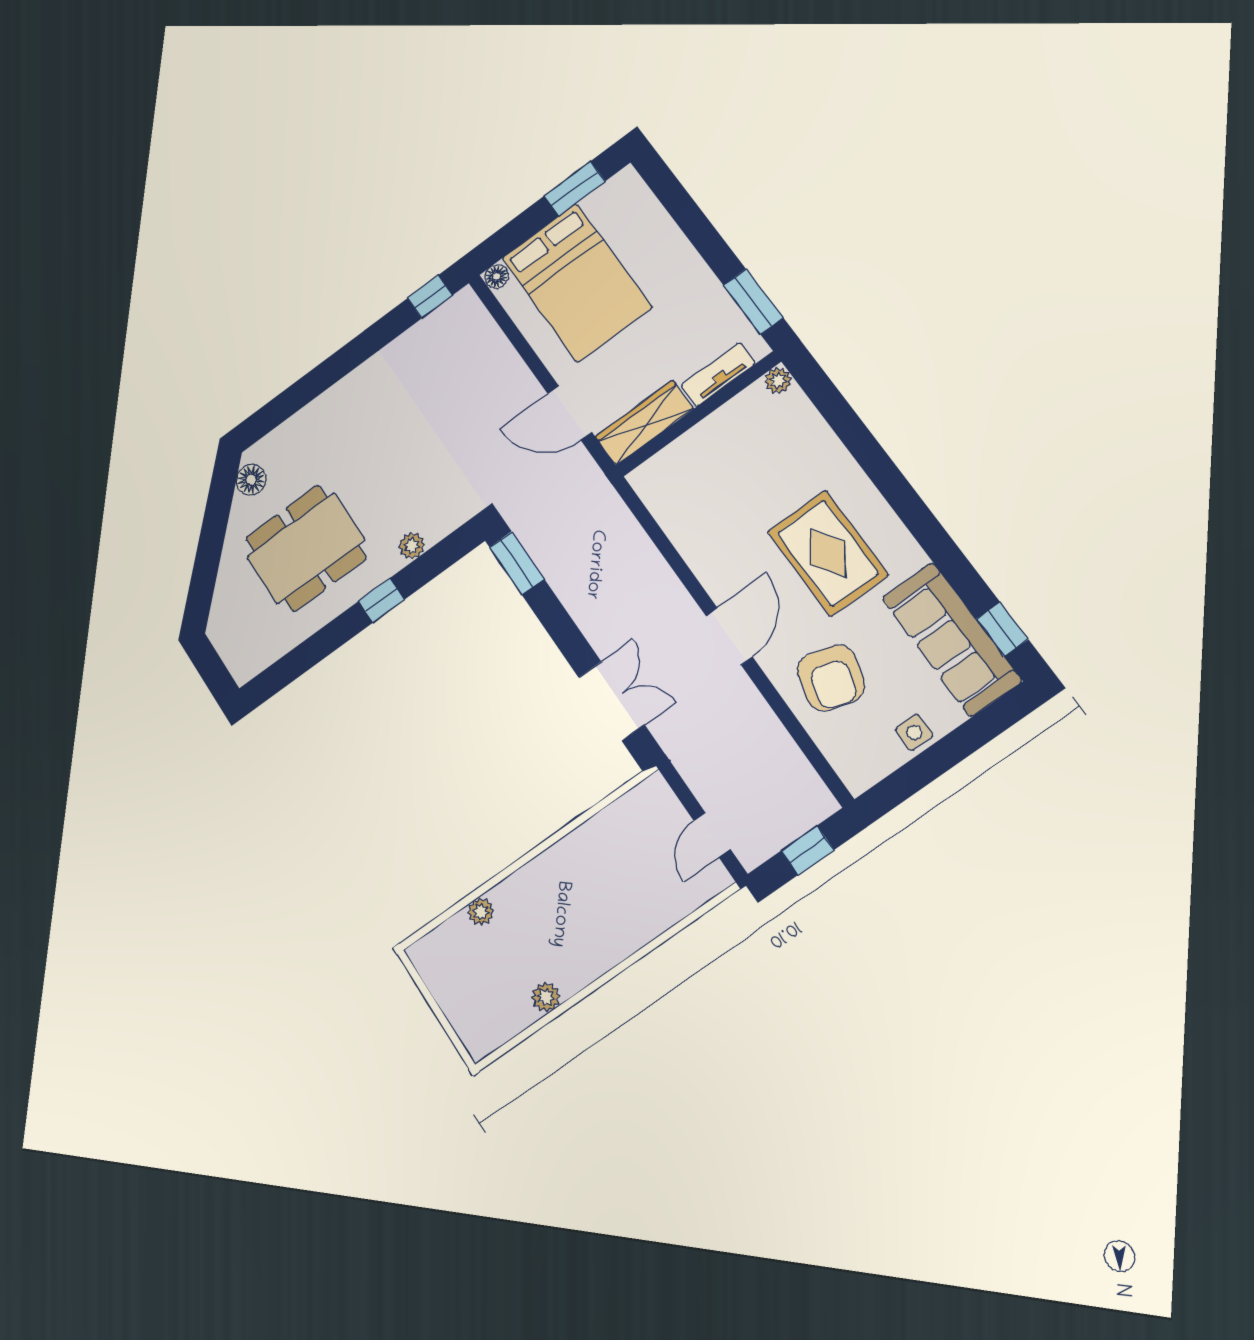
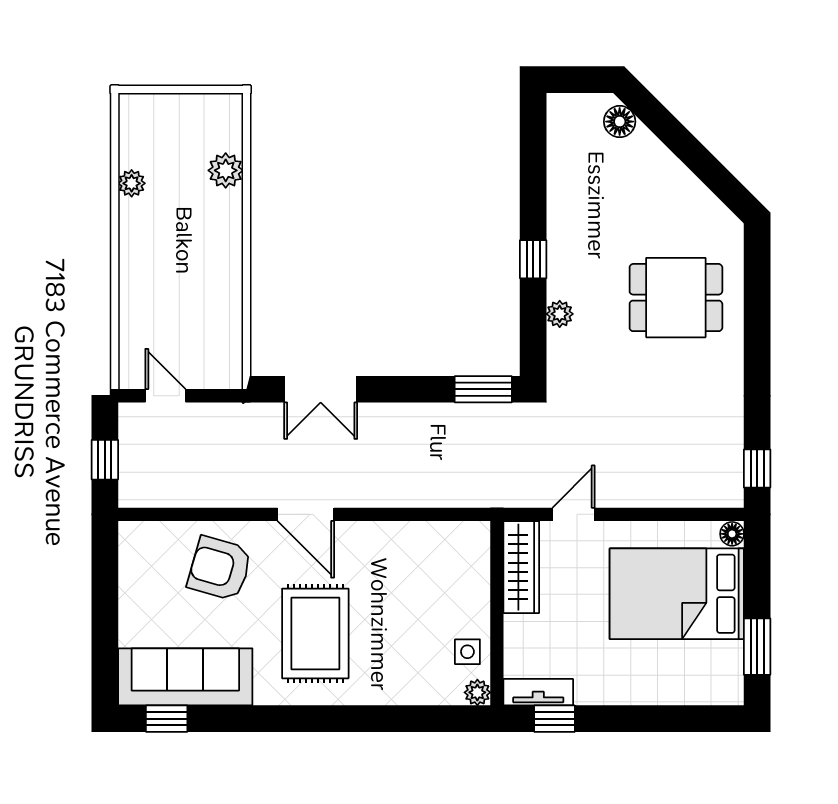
window: (753, 302) -> (554, 719), width x0.67
tv unit: (718, 374) -> (538, 692), moved, turned -90
door: (570, 413) -> (573, 514), width x0.73
floor lamp: (251, 480) -> (620, 122), moved
dining table: (306, 548) -> (676, 298), moved, width x0.73
rug: (828, 553) -> (315, 633), turned 90
side table: (914, 732) -> (467, 652), moved
plant: (481, 912) -> (226, 170), width x1.38, depth x1.38

